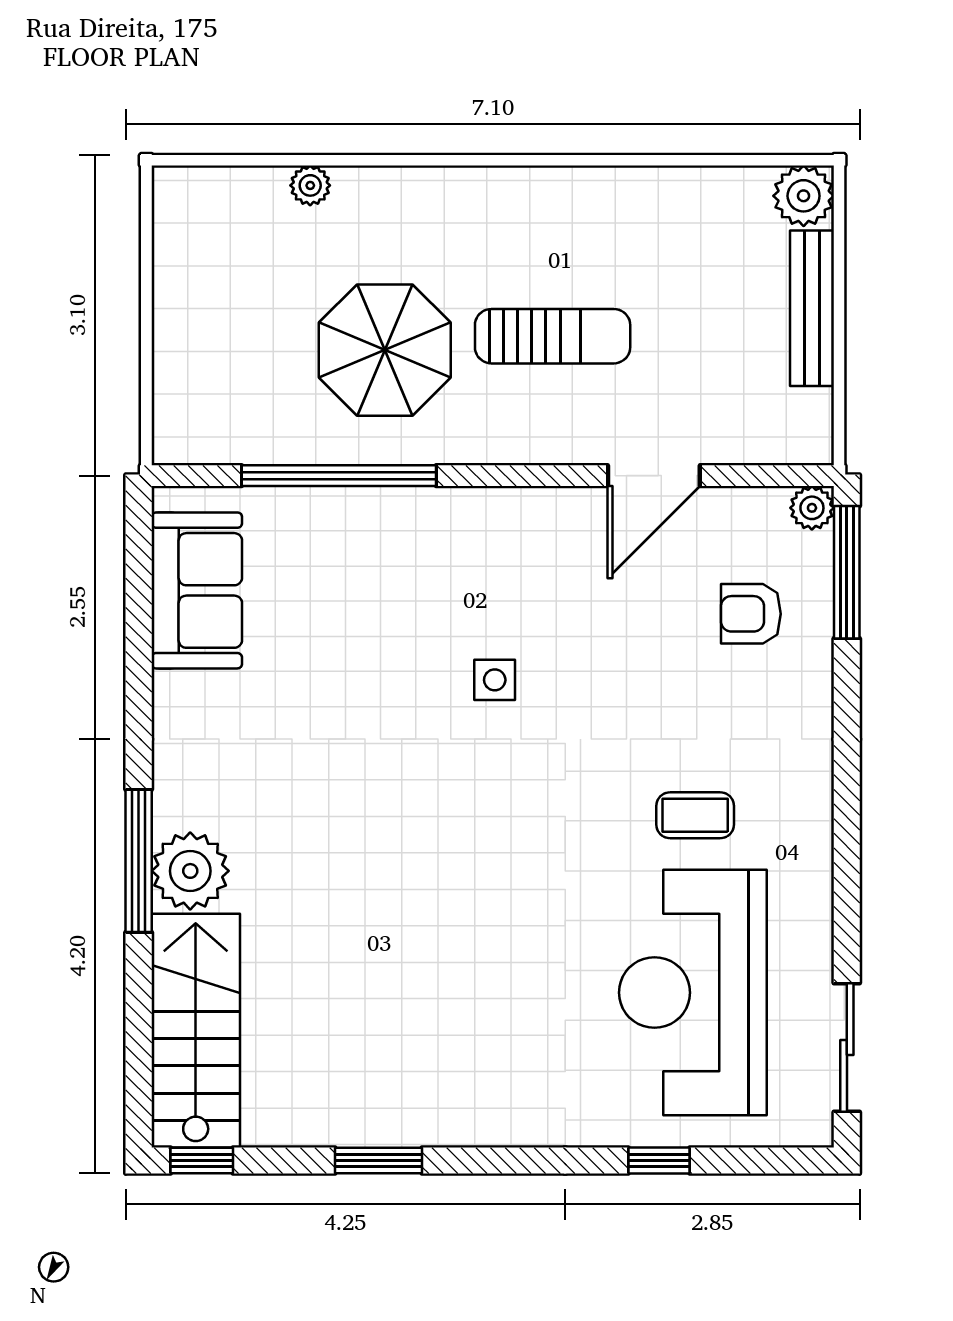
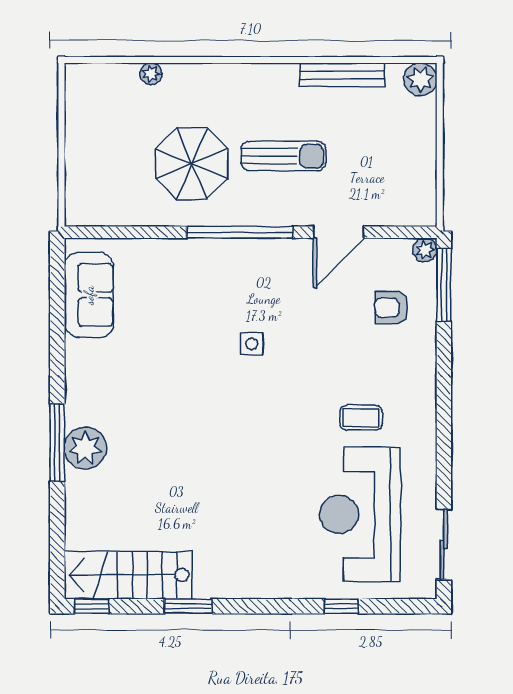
bench: (812, 308) -> (342, 75), moved, turned 90
window: (339, 476) -> (240, 232), moved
stairs: (196, 1031) -> (128, 575), moved, turned -90

